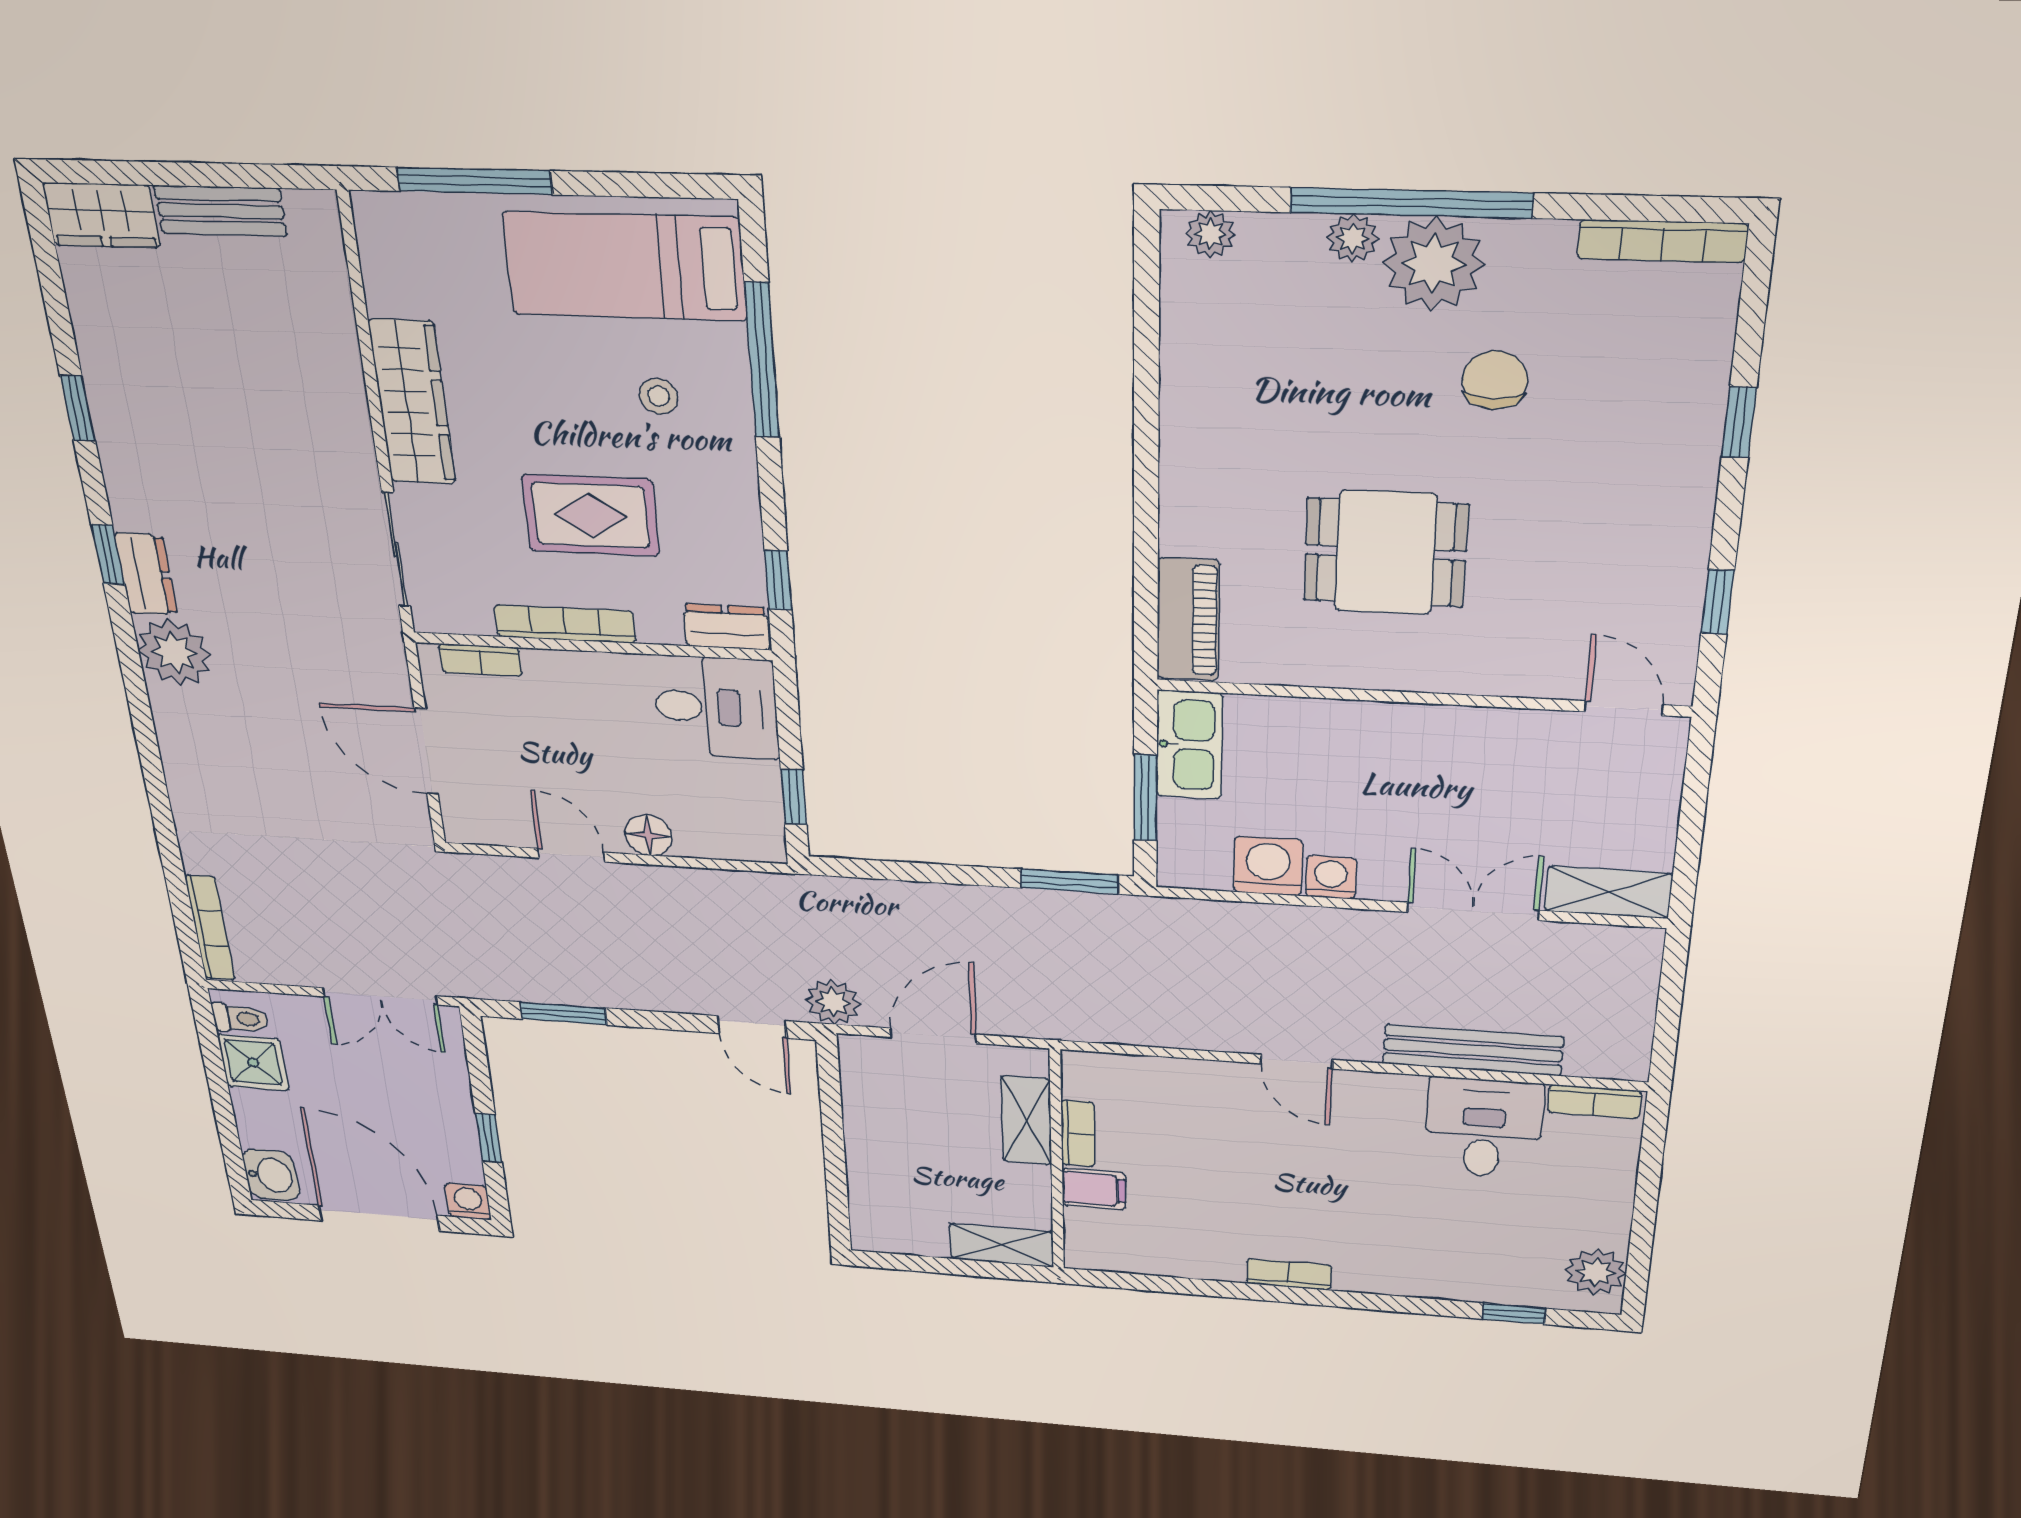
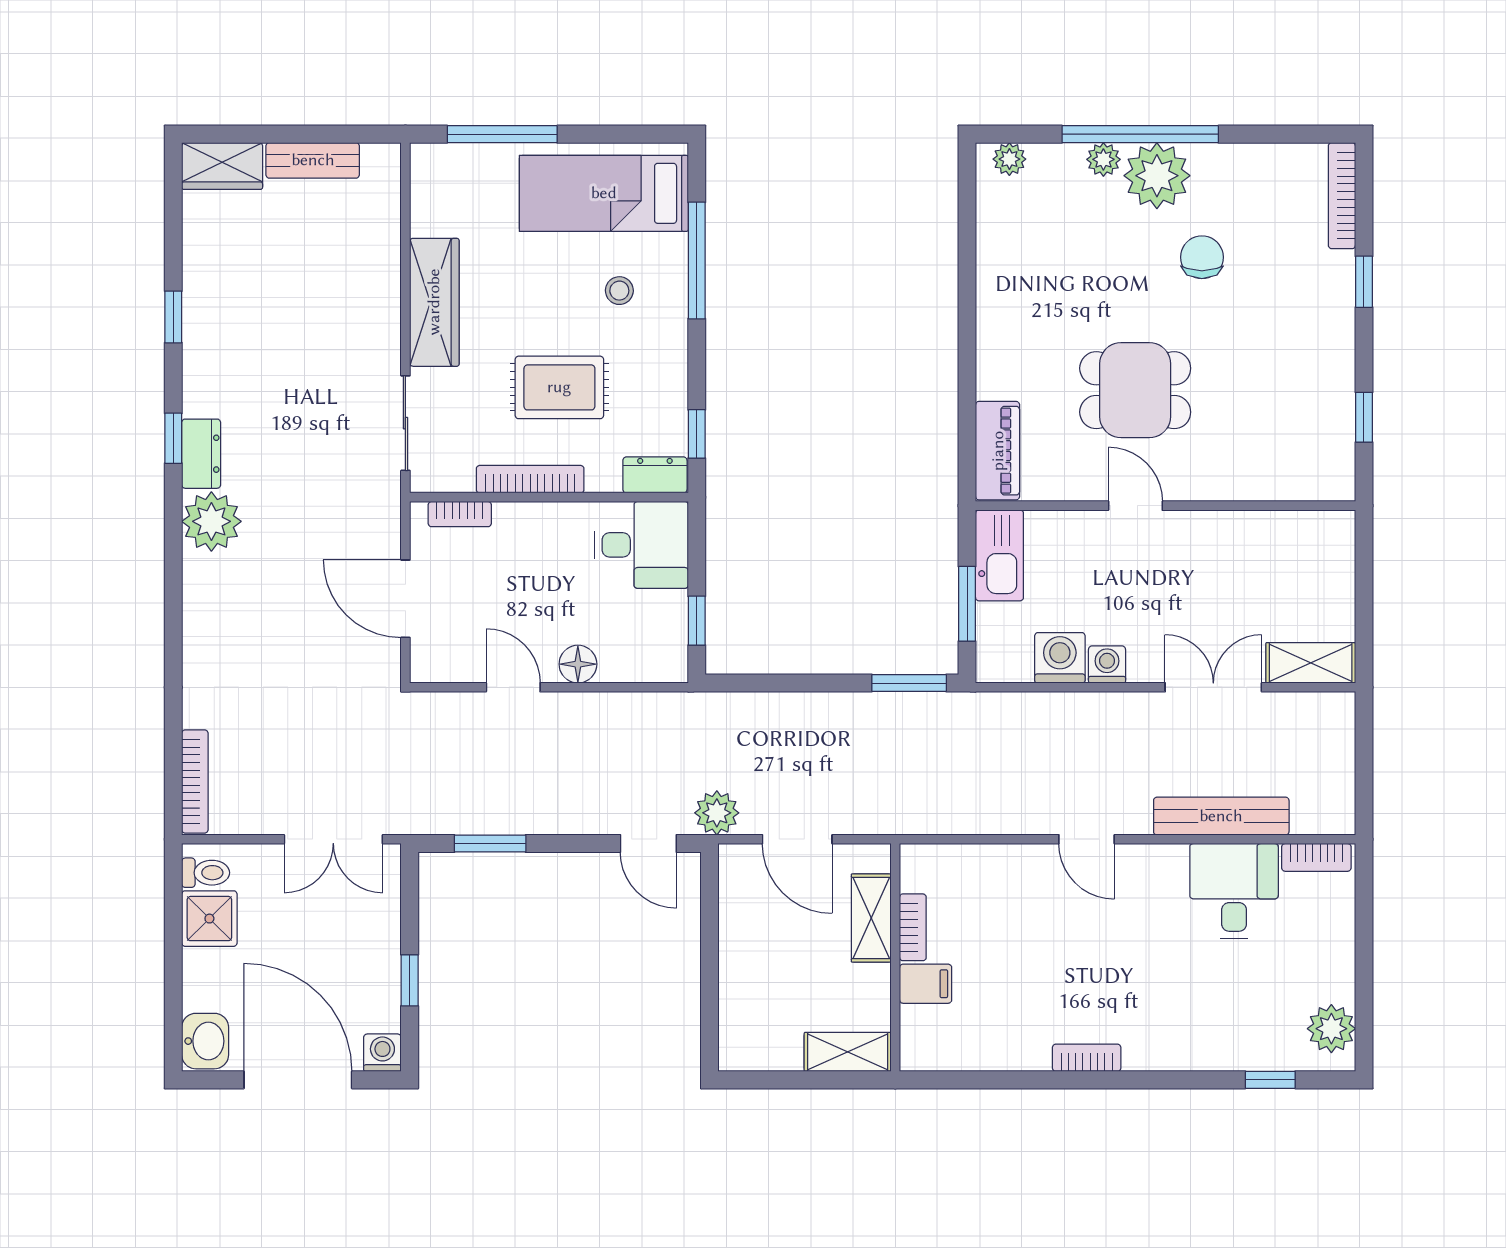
bookcase: (1663, 241) -> (1342, 196), moved, turned 90
door: (1624, 708) -> (1135, 506), moved
door: (933, 1036) -> (797, 839), swing flipped

